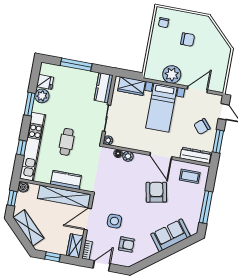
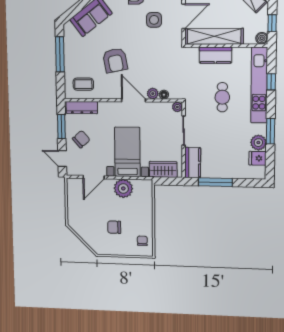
window: (76, 65) -> (215, 182), moved
door: (161, 156) -> (133, 100), moved

